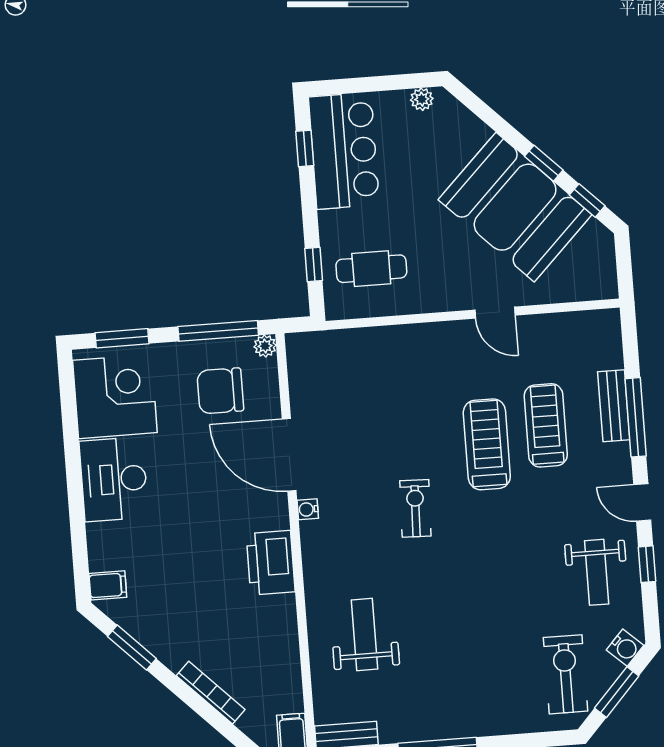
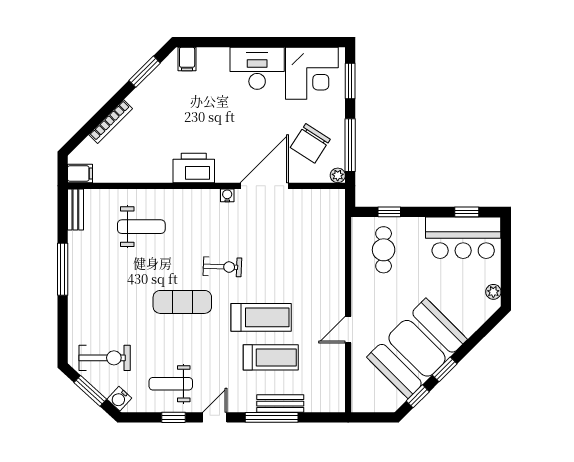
chair: (220, 391) -> (310, 143), turned -147
exercise mat: (473, 564) -> (182, 302), added

